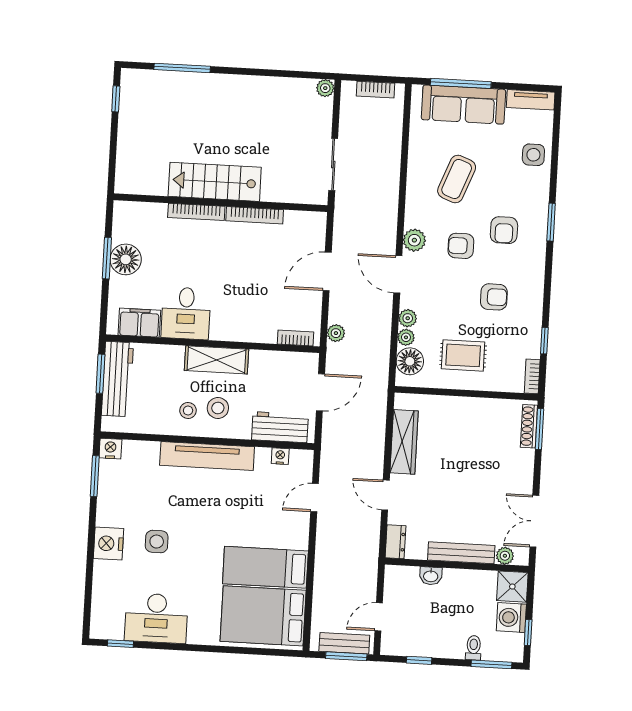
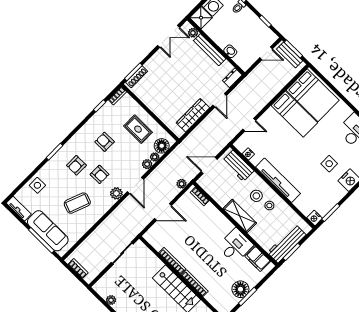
plant: (325, 88) -> (111, 300), moved
armchair: (504, 230) -> (76, 165), turned 180

